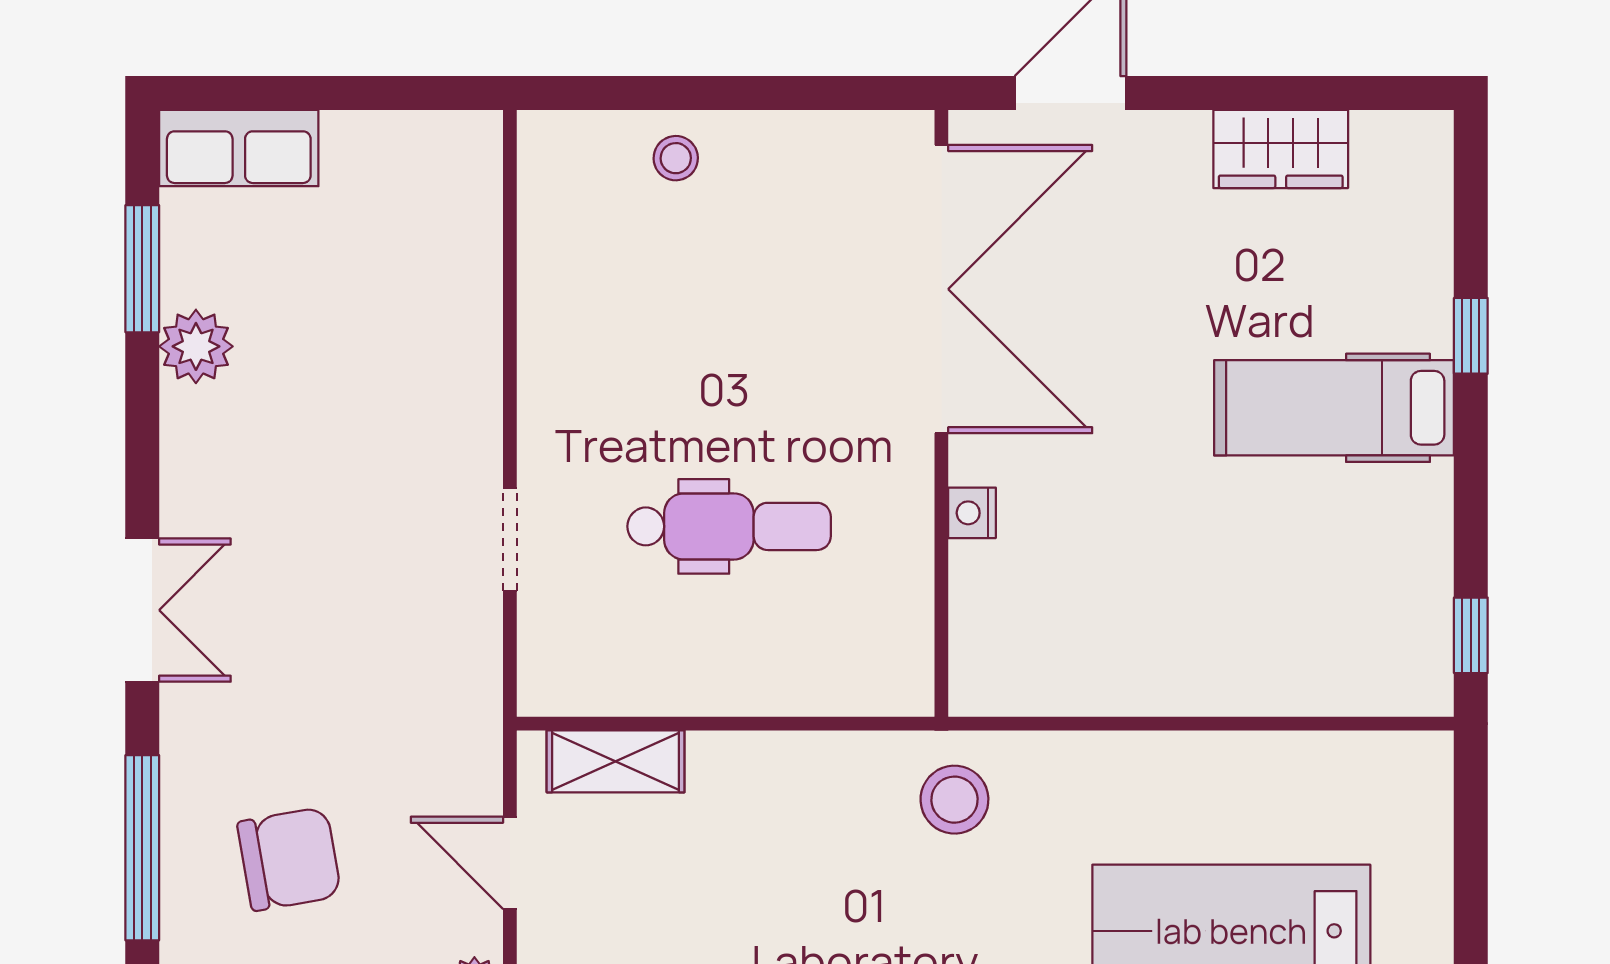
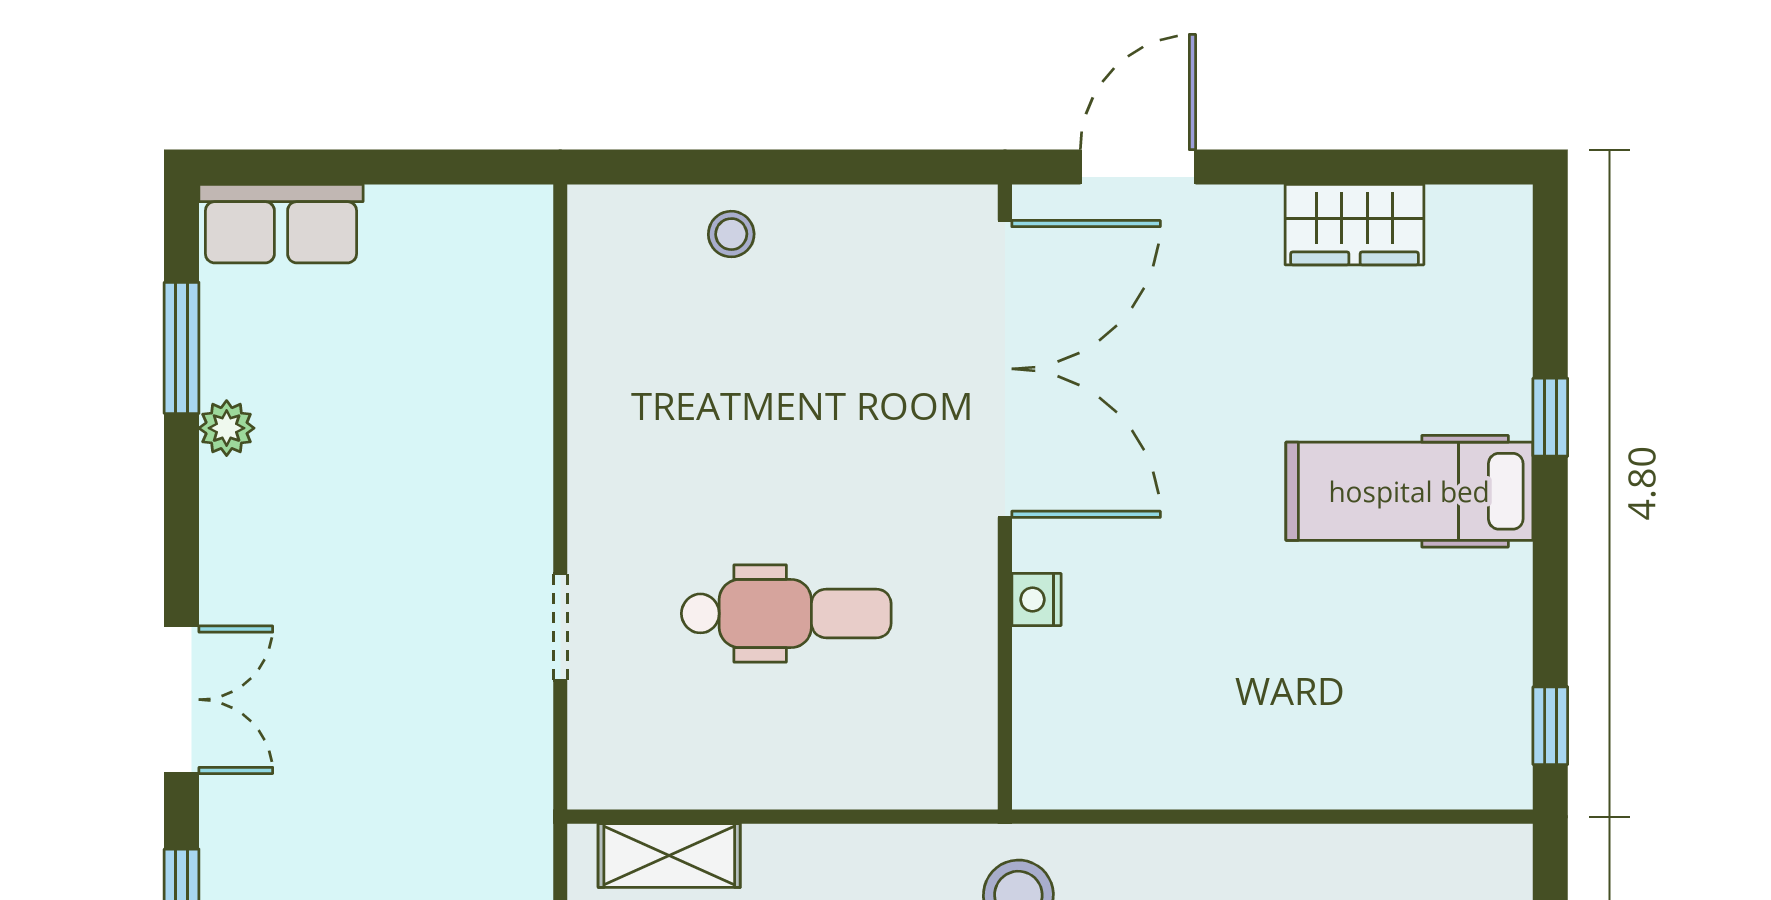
plant: (196, 346) -> (227, 428), width x0.73, depth x0.73

